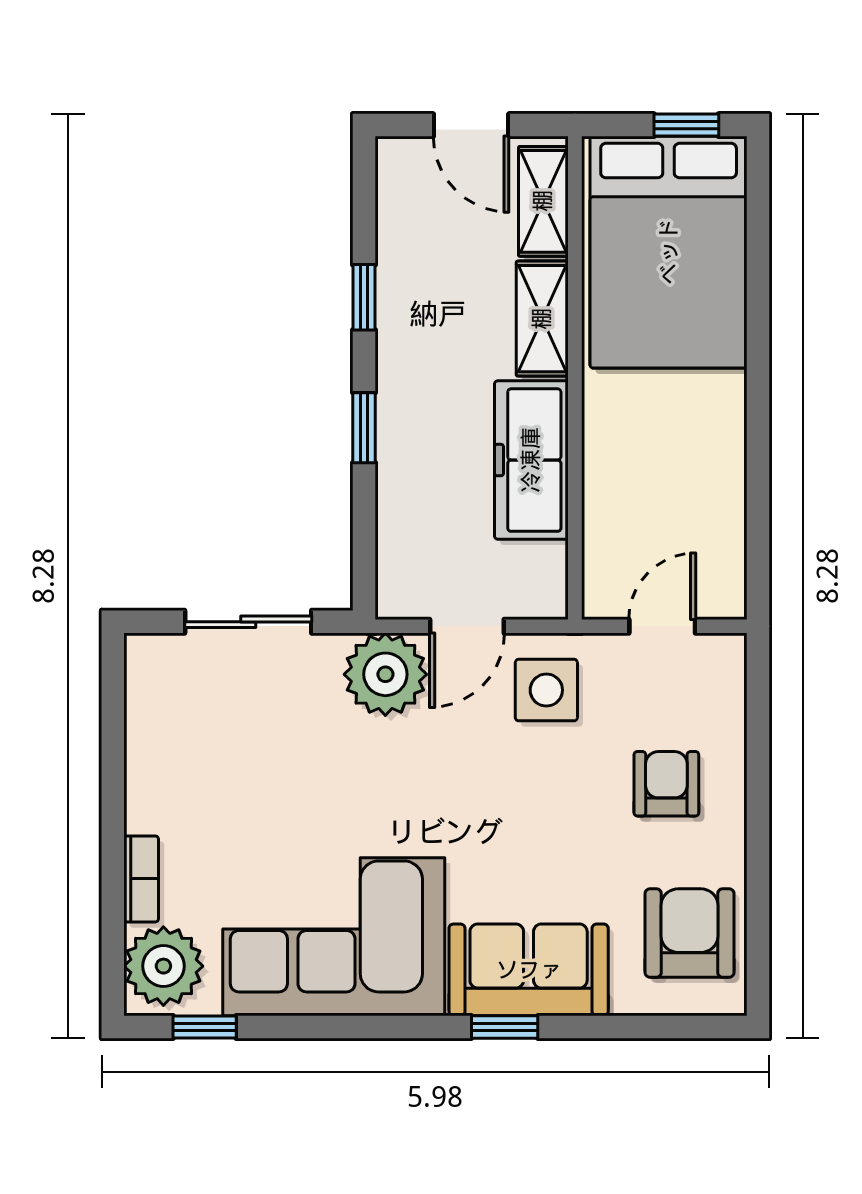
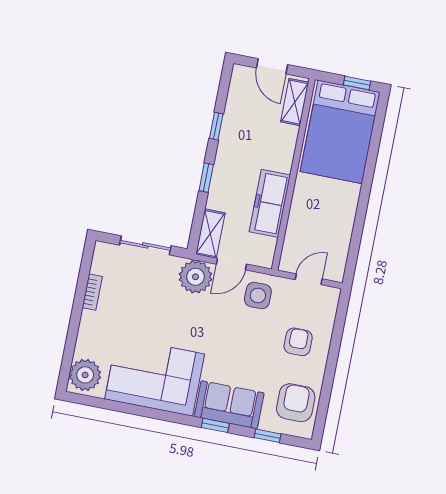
shelving: (542, 319) -> (210, 234), moved
bookcase: (141, 879) -> (92, 292), moved
window: (205, 1027) -> (267, 436), moved

